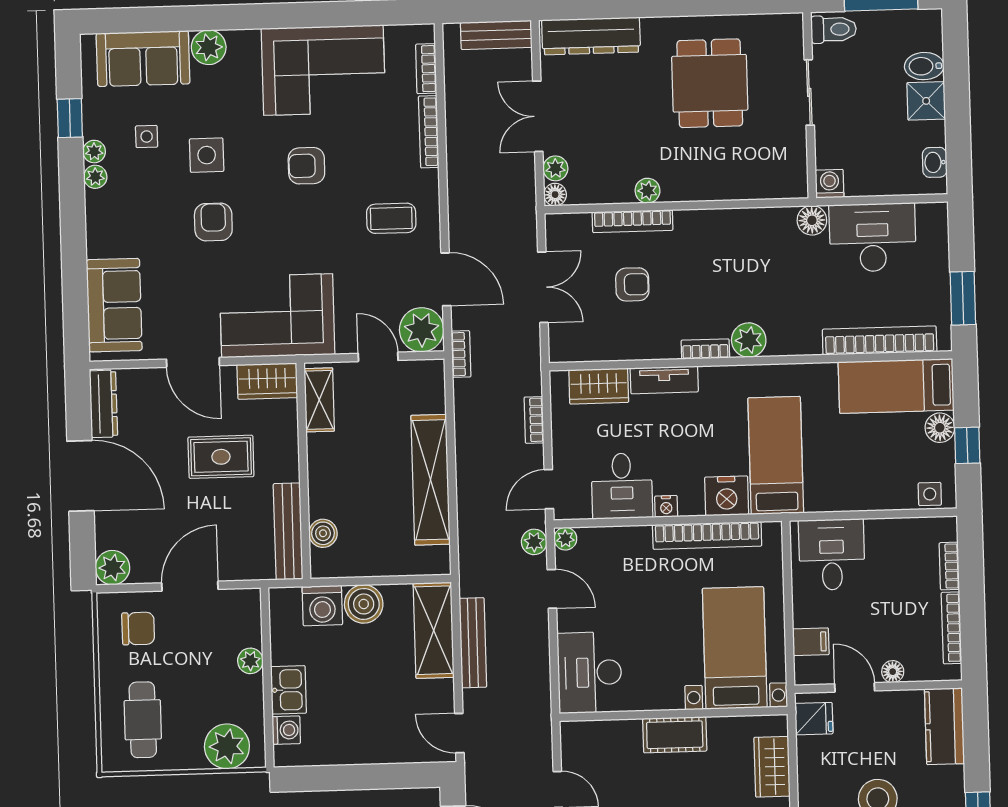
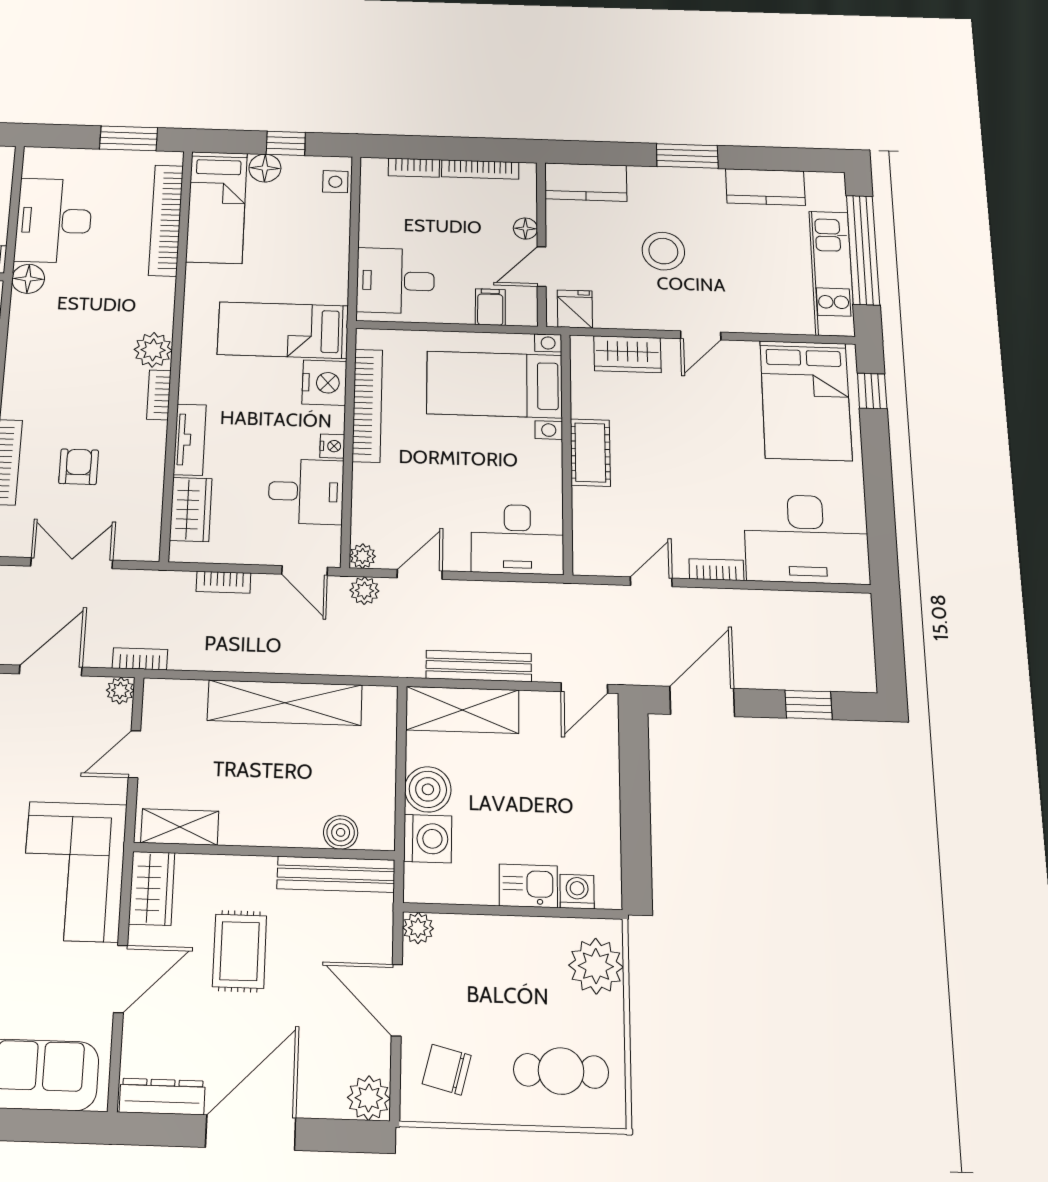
plant: (422, 330) -> (120, 690), width x0.53, depth x0.53
chair: (138, 629) -> (447, 1070), turned -76
plant: (250, 661) -> (418, 928), moved

